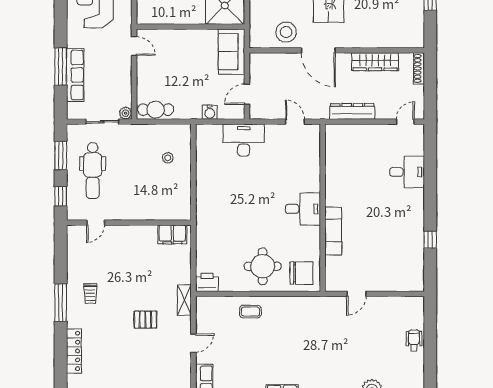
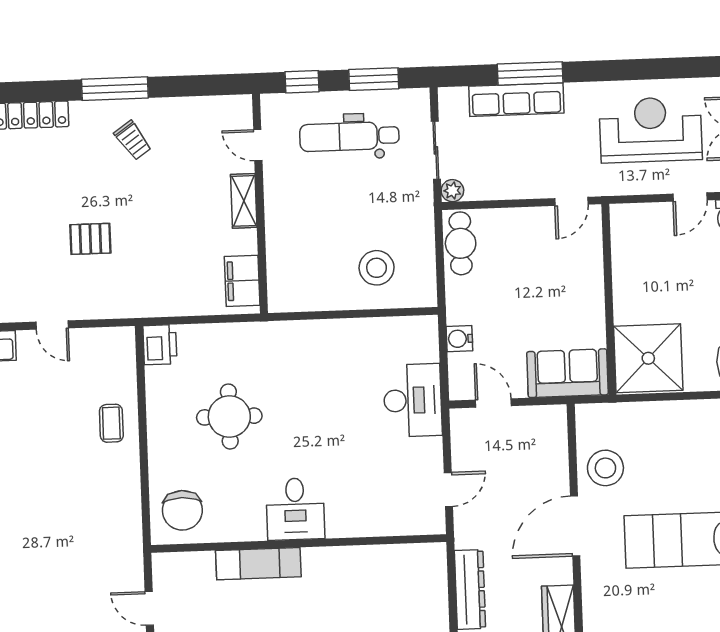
stool: (168, 158) -> (377, 268), width x1.89, depth x1.89
round table: (263, 266) -> (229, 417), moved
trolley: (90, 294) -> (133, 140), turned -125
shelving: (184, 300) -> (244, 201), moved, turned 90
pallet: (145, 320) -> (90, 239), turned 90

